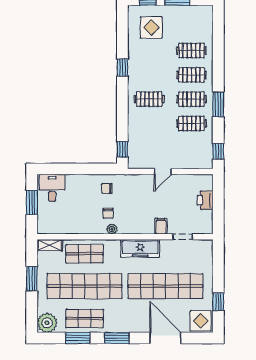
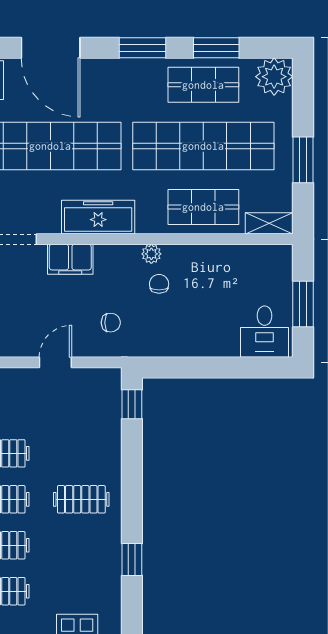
chair: (107, 188) -> (111, 323), moved
filing cabinet: (161, 226) -> (70, 259), width x2.00

